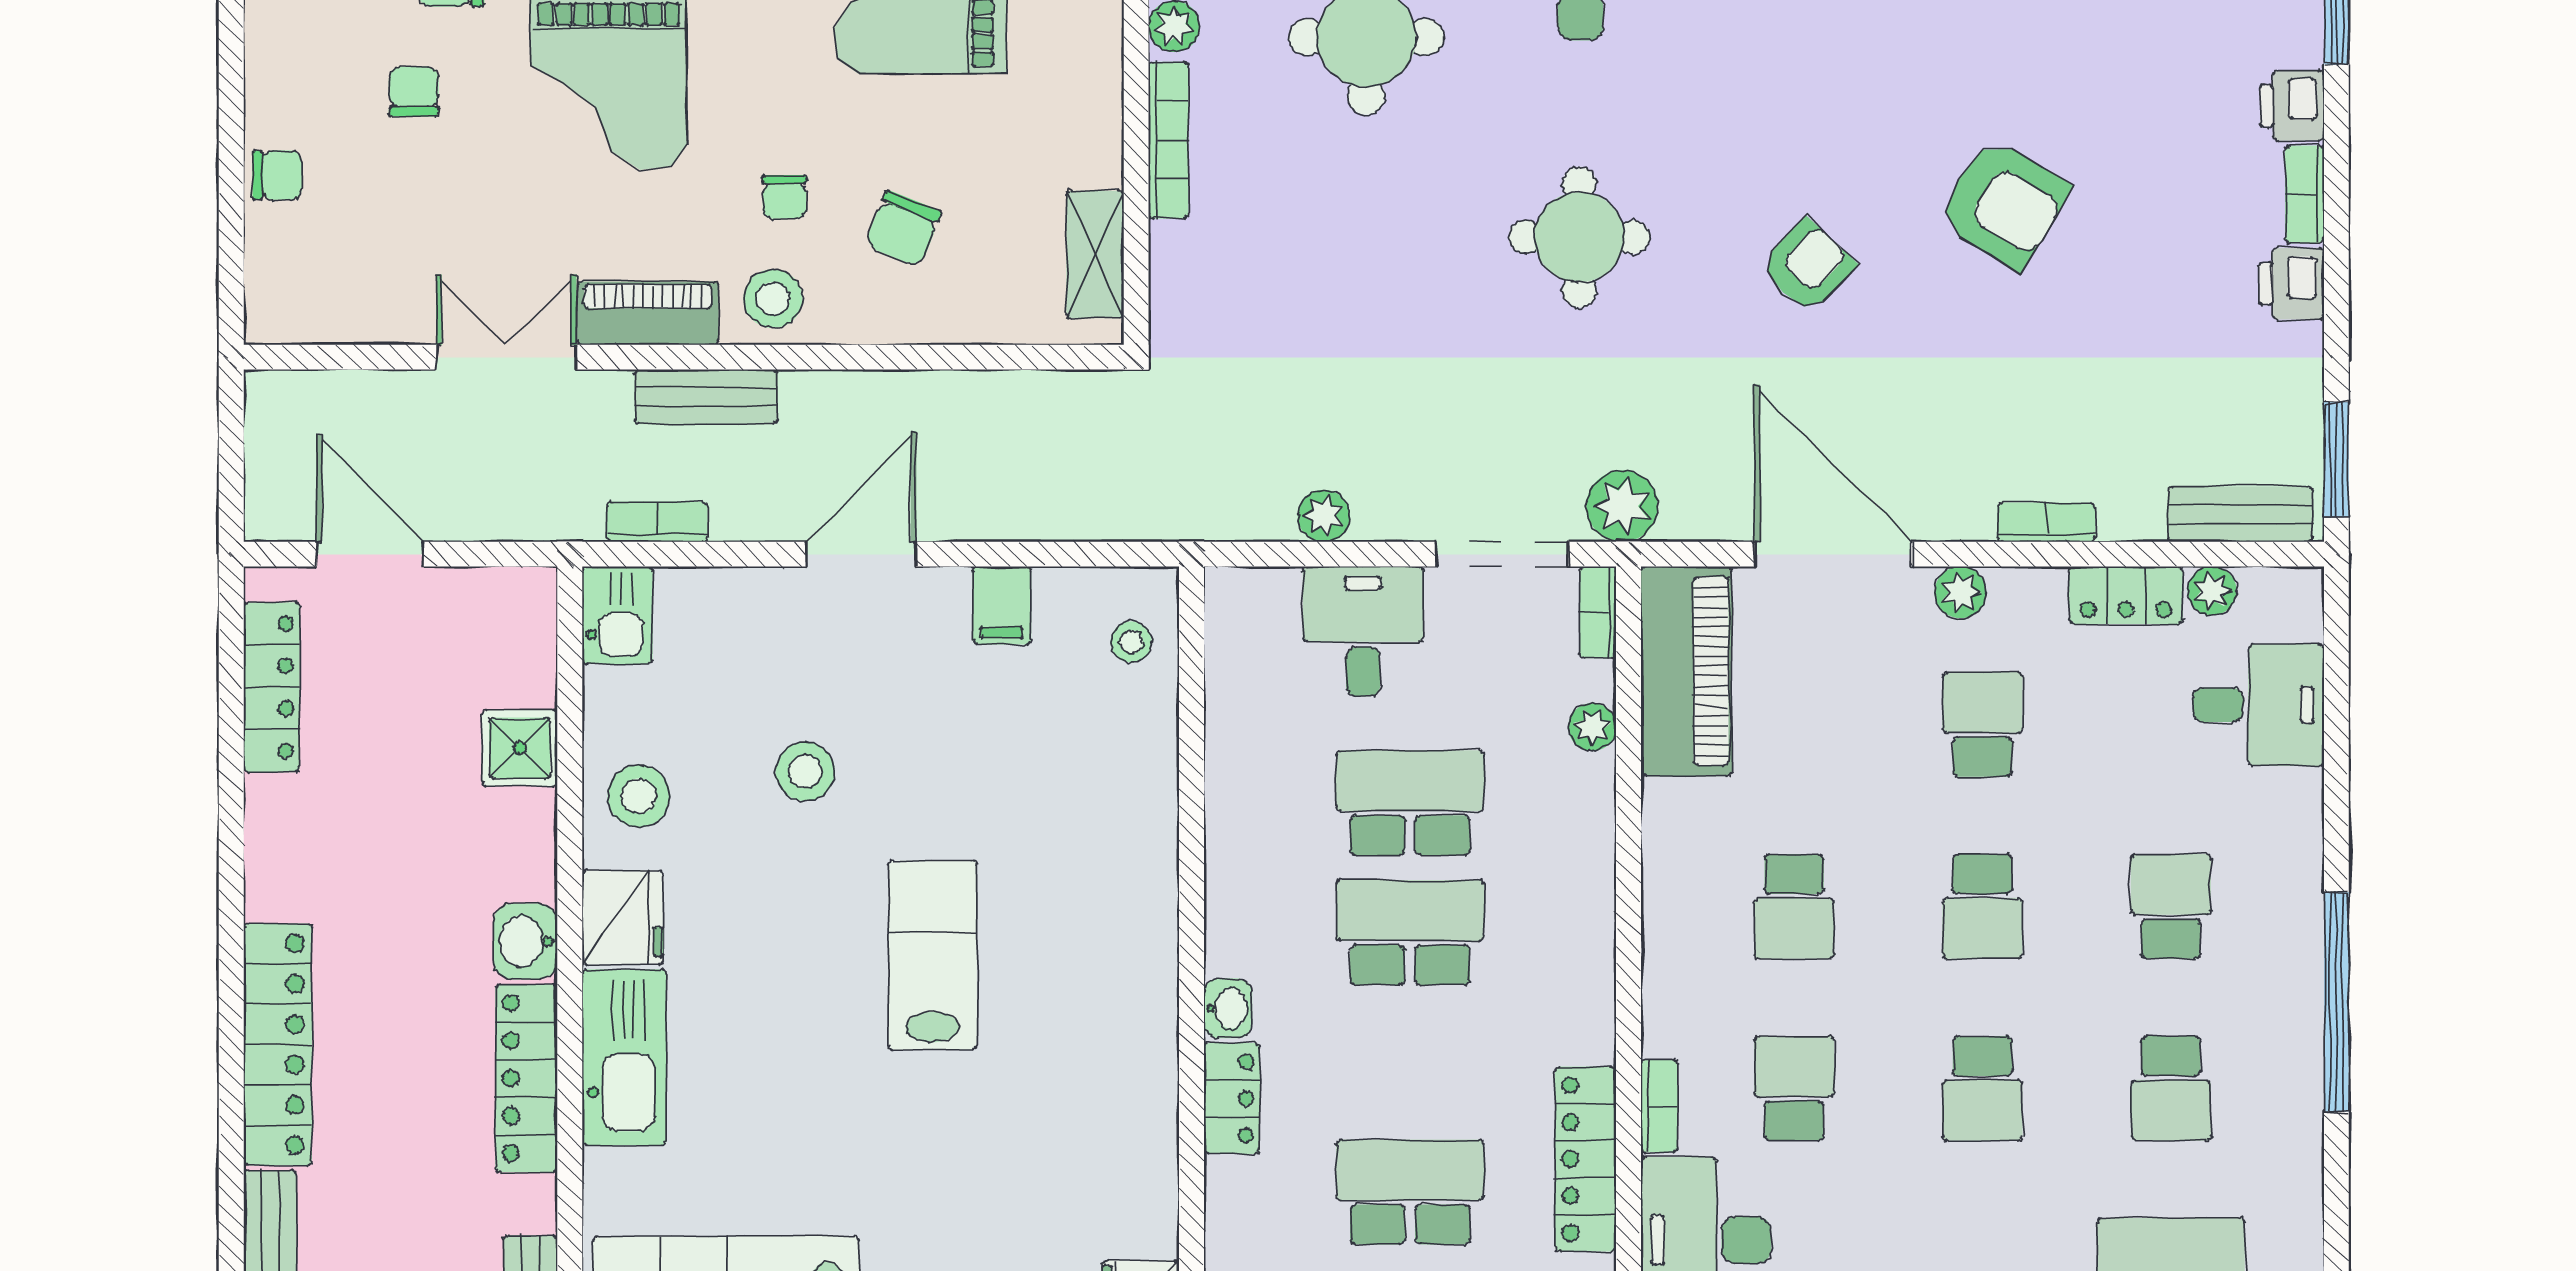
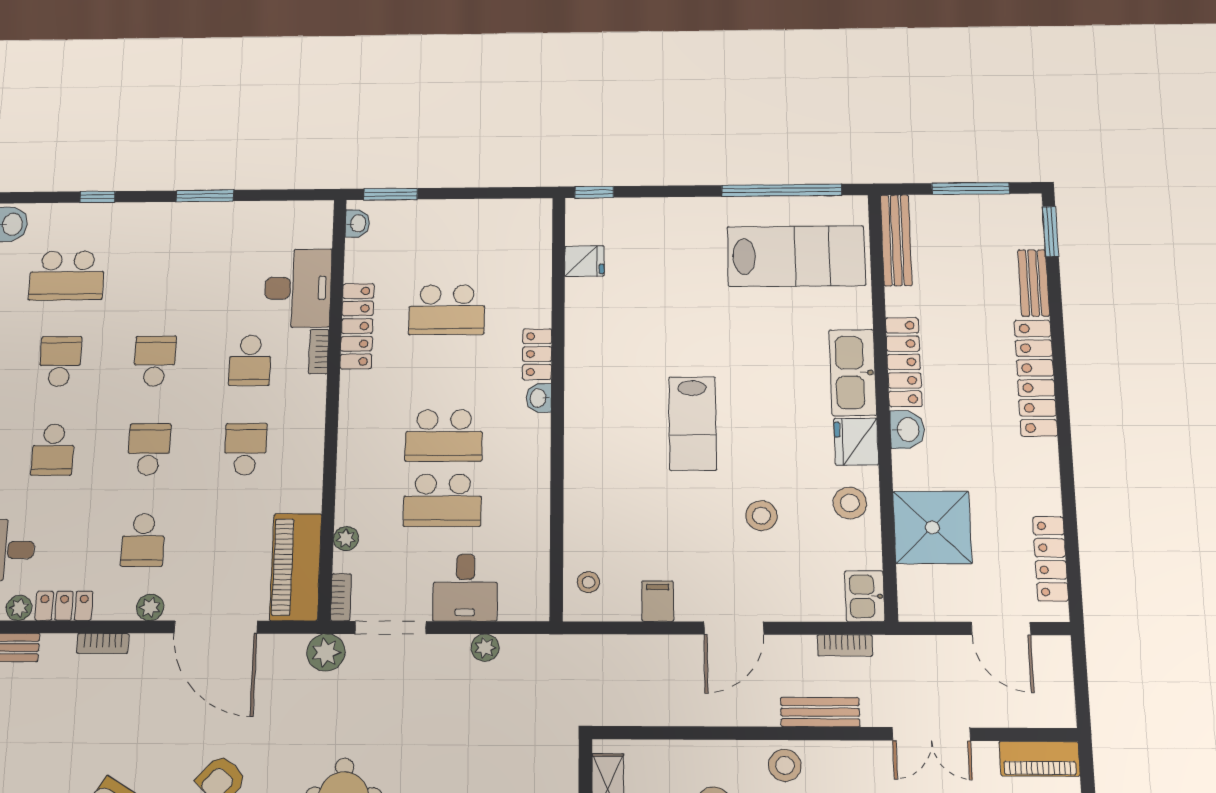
piano: (648, 313) -> (1039, 759), moved
shower: (520, 748) -> (932, 527), width x1.86, depth x1.86

